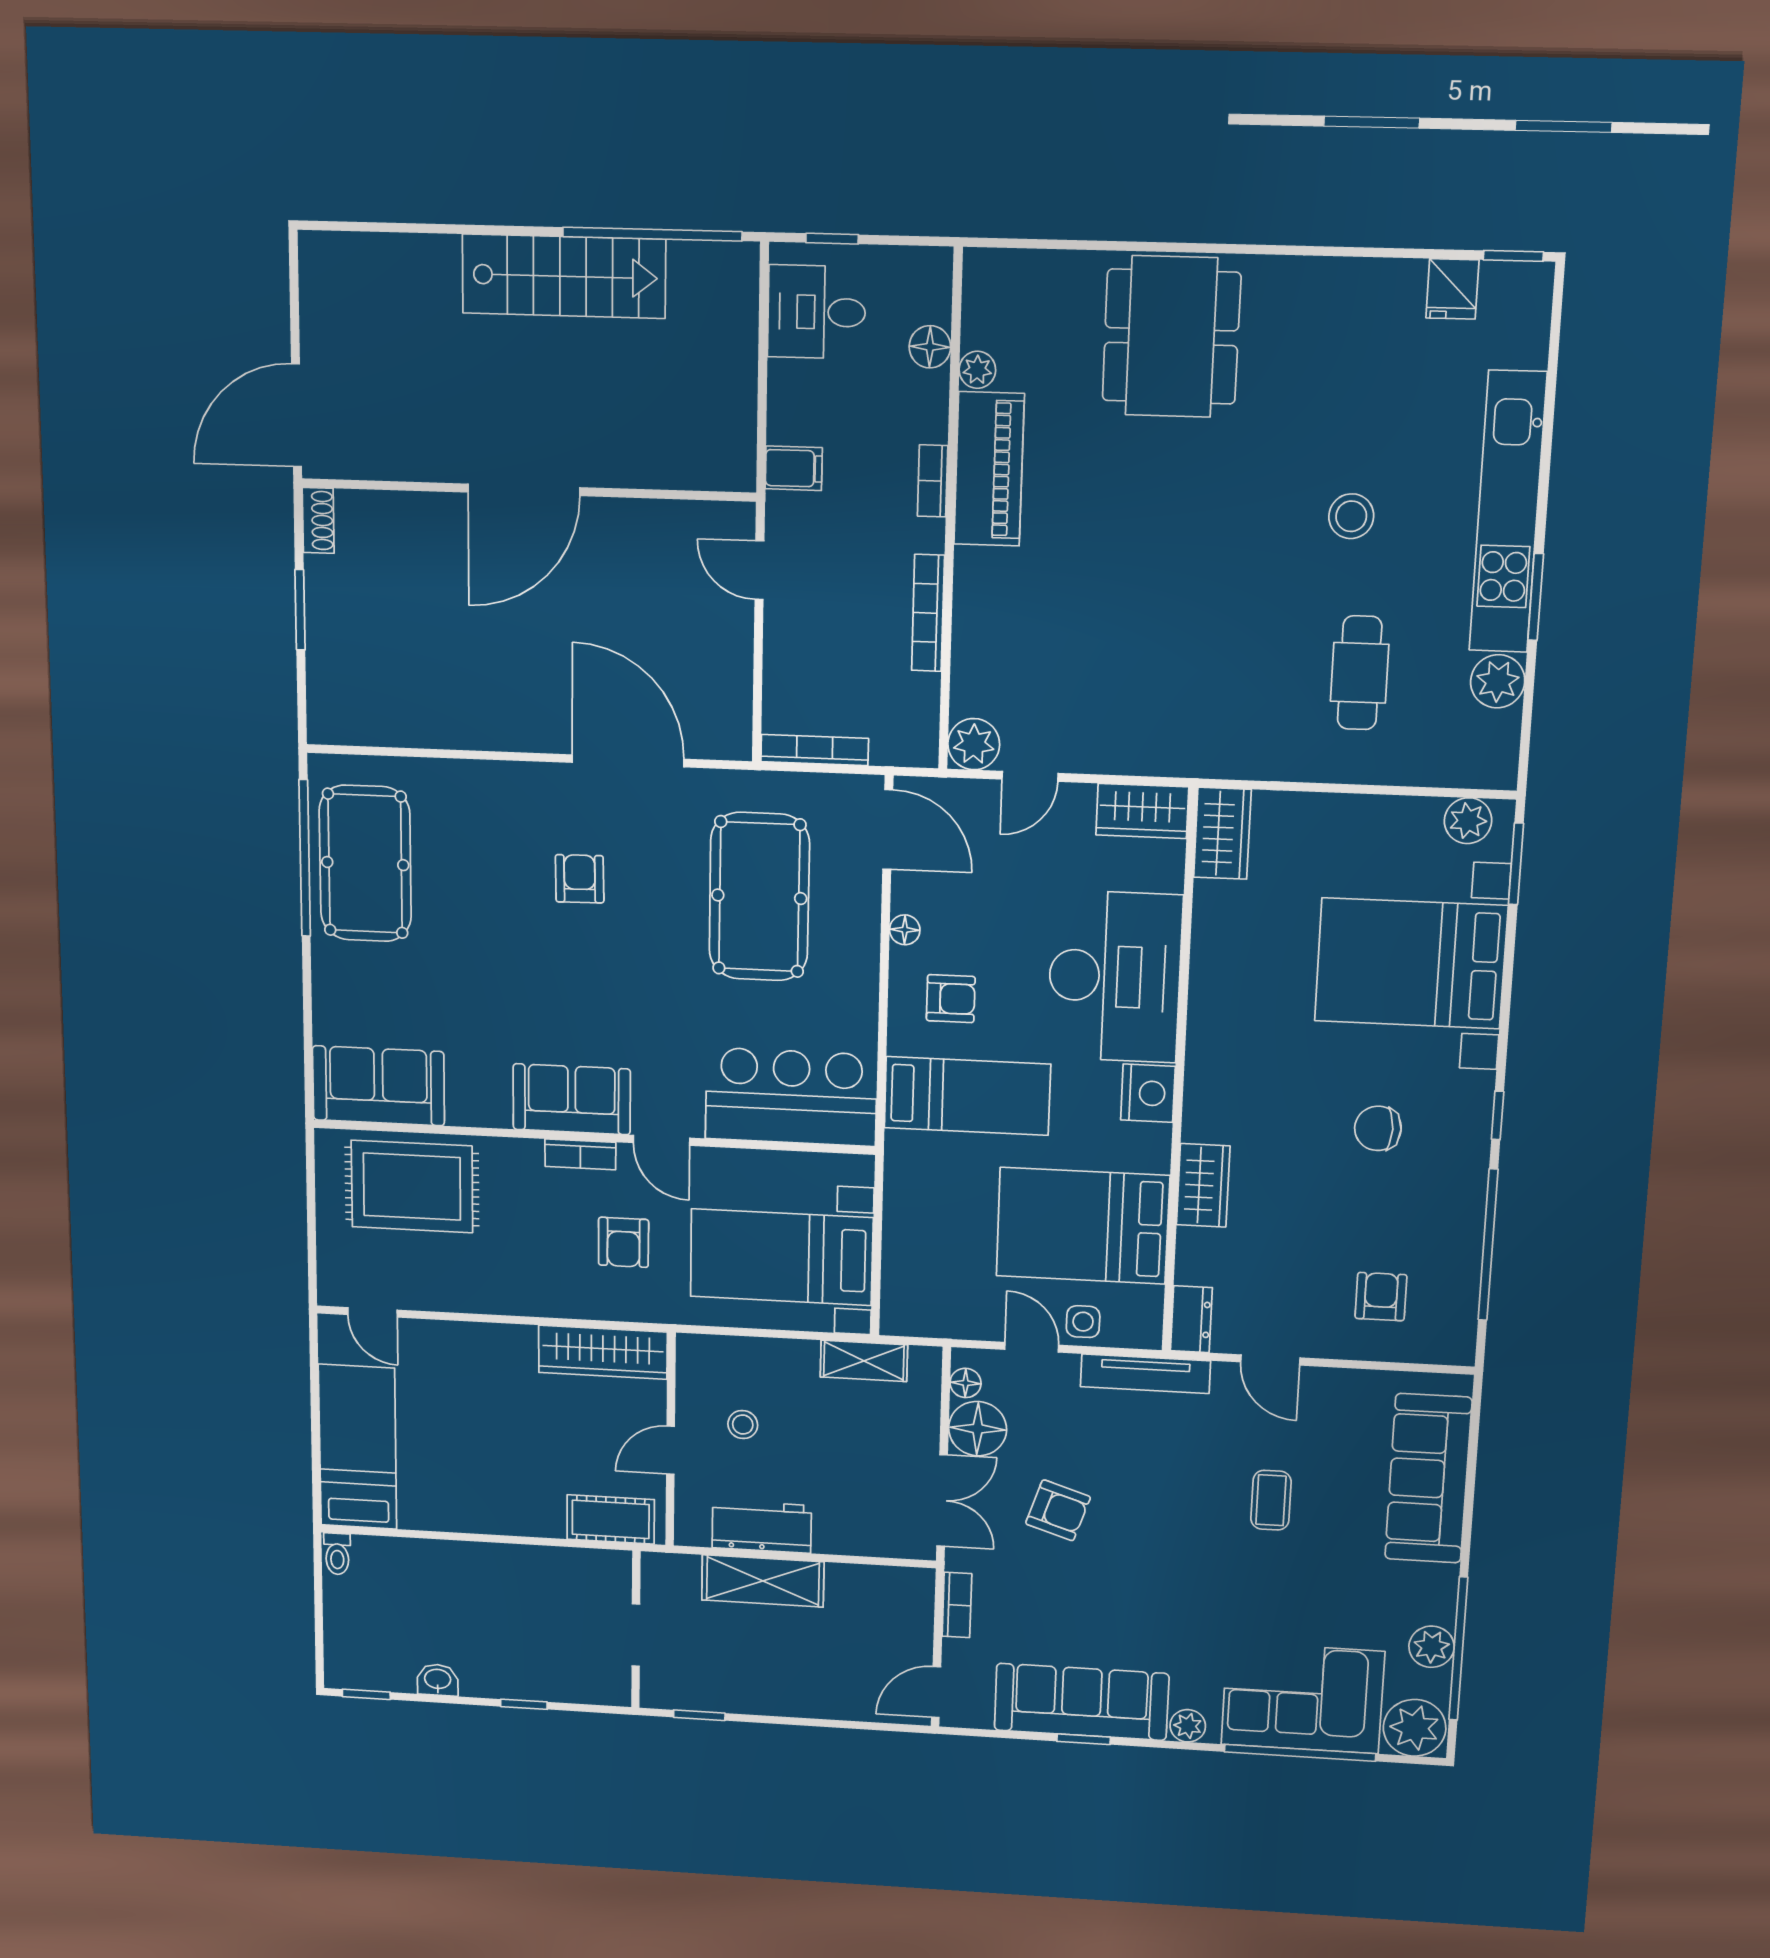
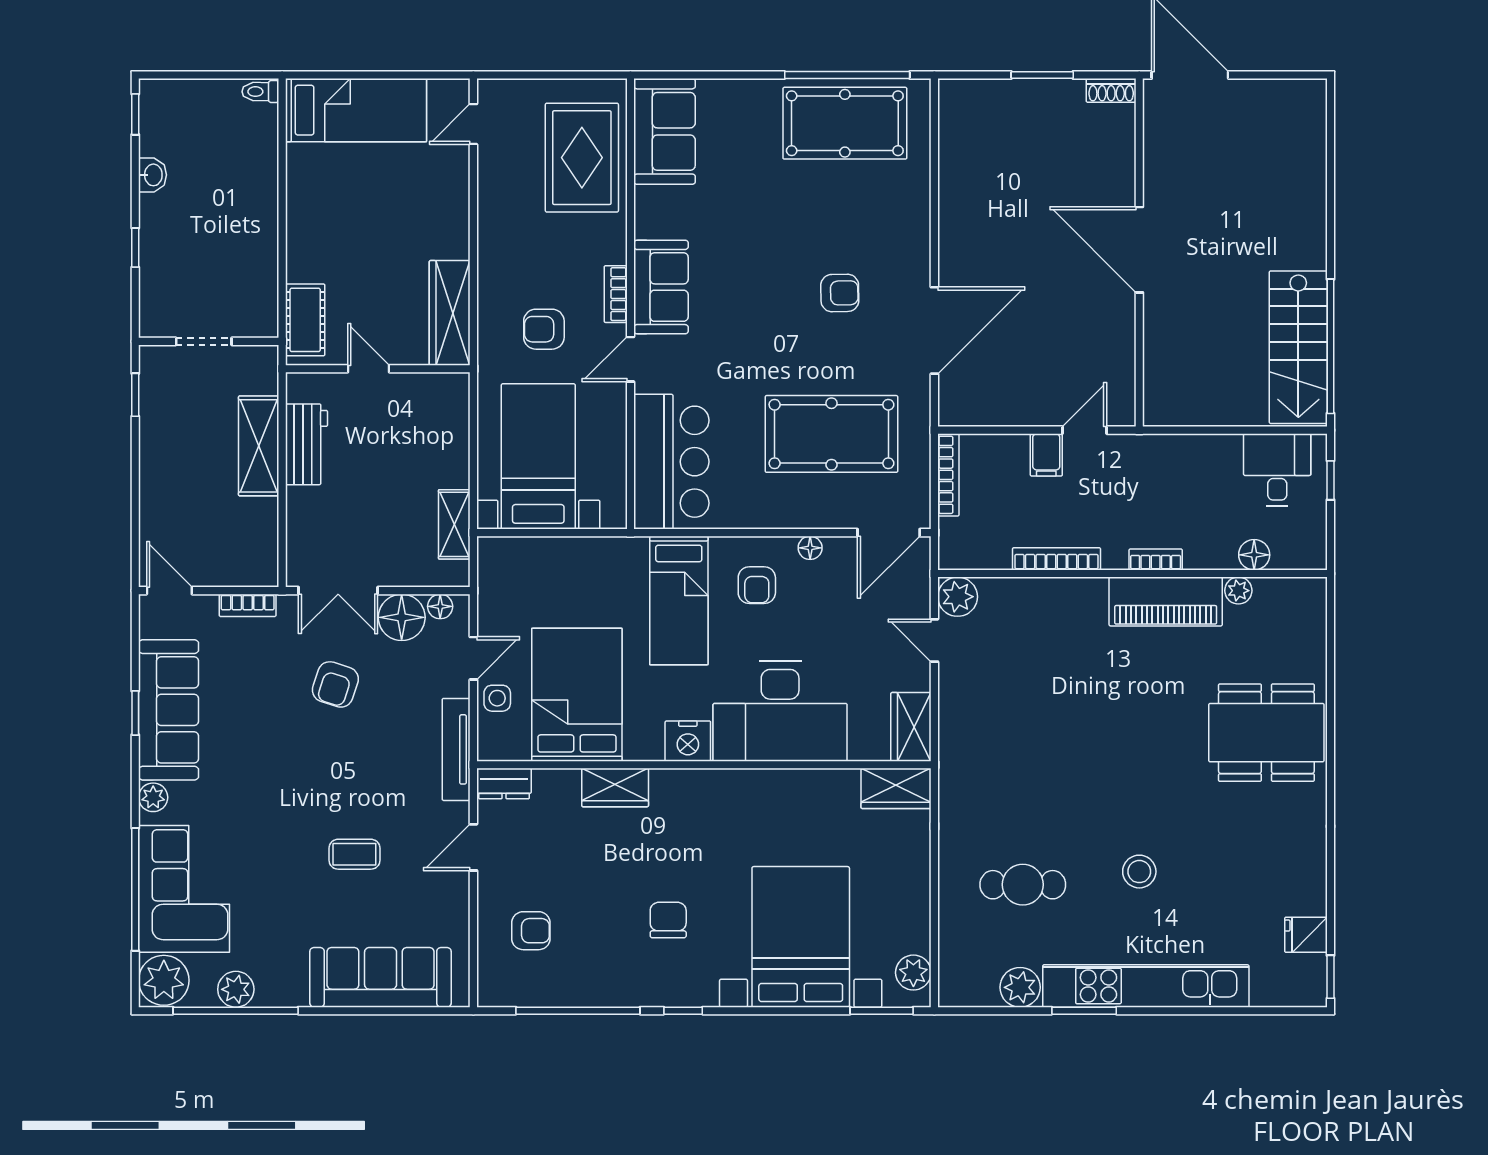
stairs: (564, 276) -> (1298, 347), moved
filing cabinet: (794, 468) -> (1046, 455), moved
stool: (743, 1424) -> (394, 427), removed

